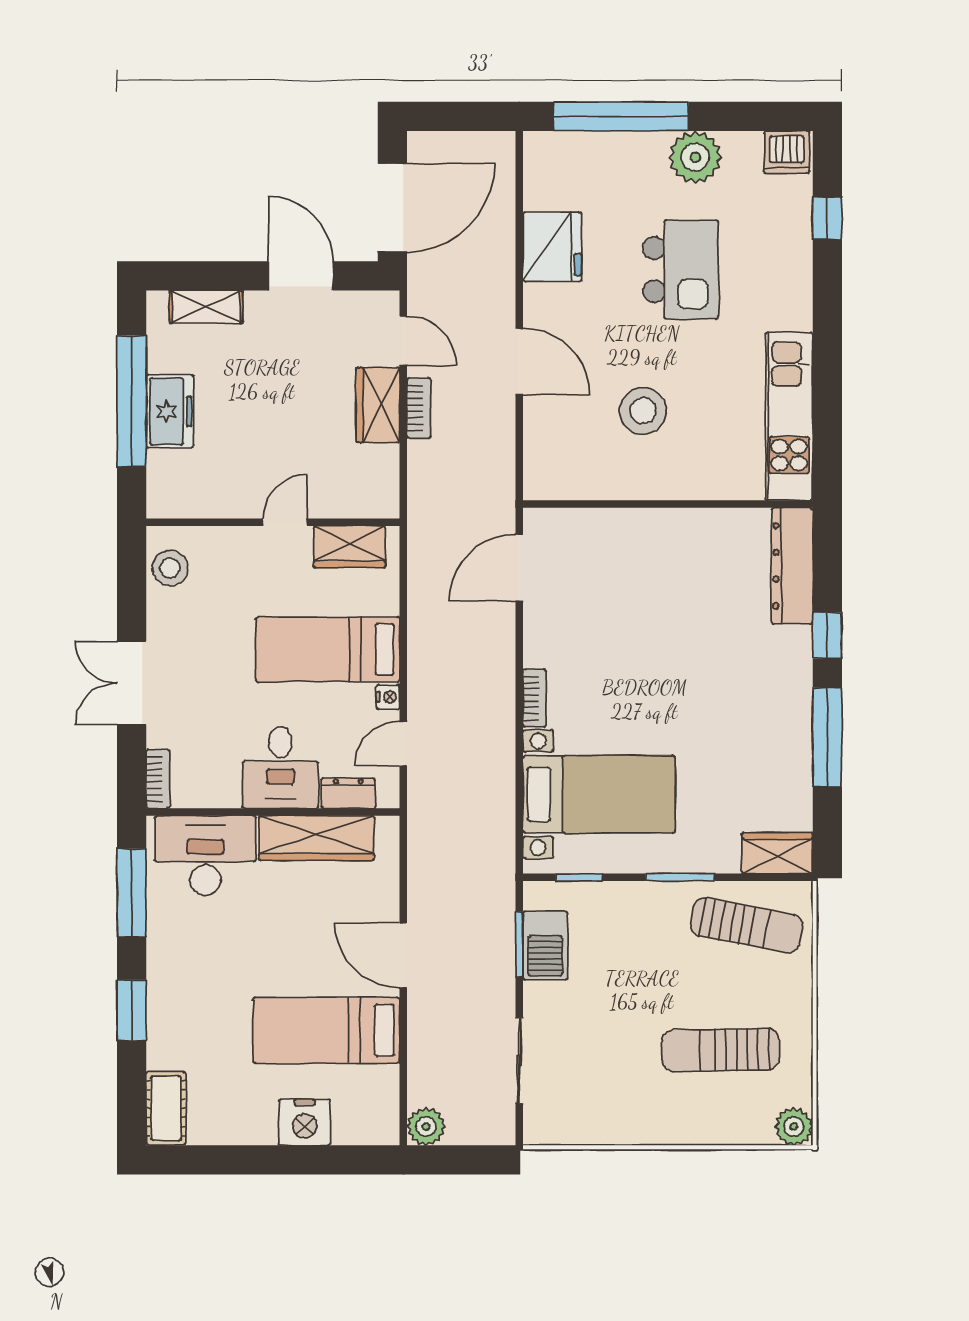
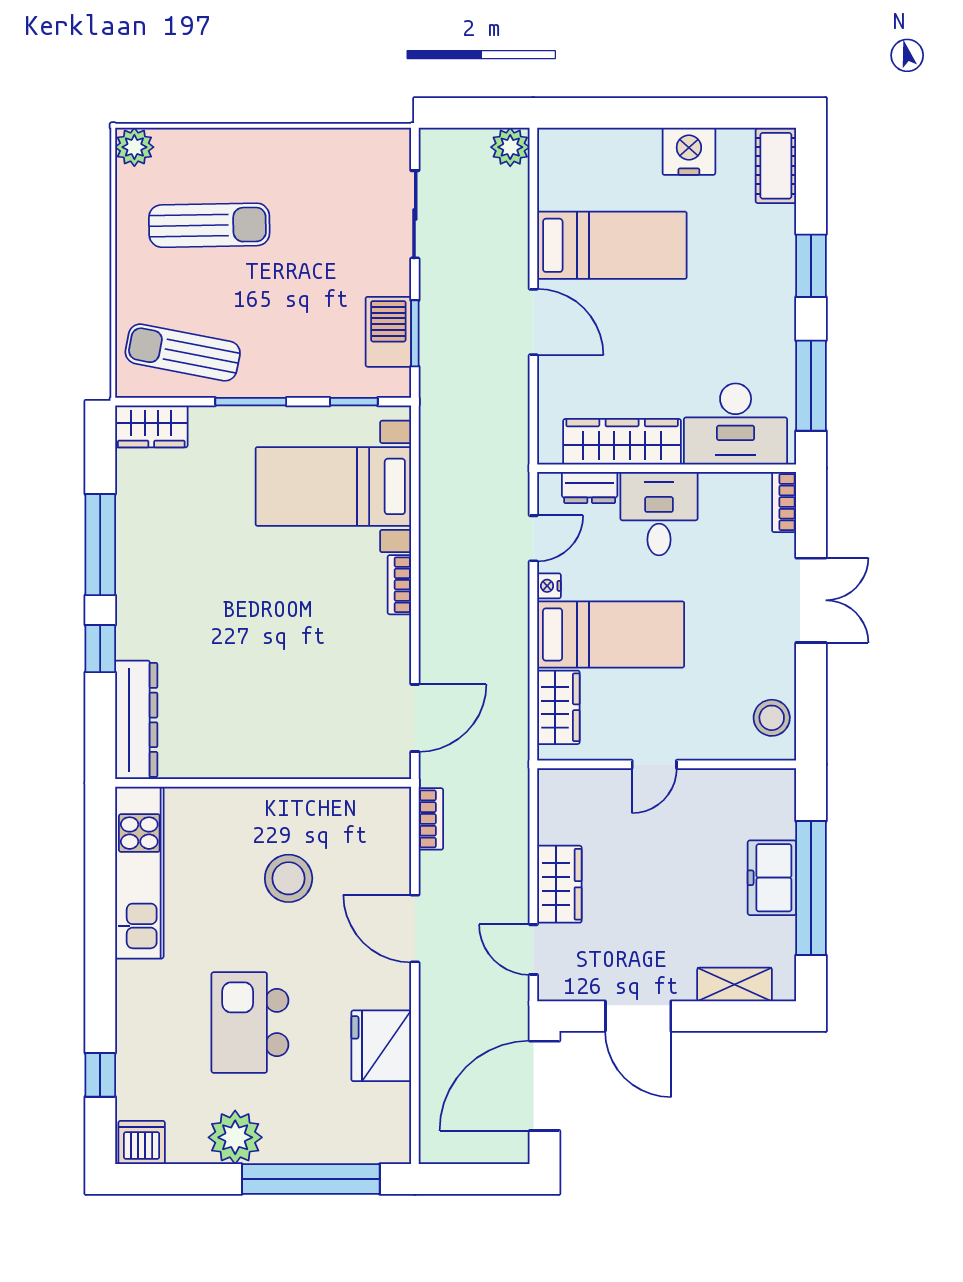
bookcase: (419, 408) -> (431, 819), moved, turned 180
wardrobe: (349, 547) -> (558, 707), moved, turned 90
nightstand: (305, 1122) -> (689, 151), moved

